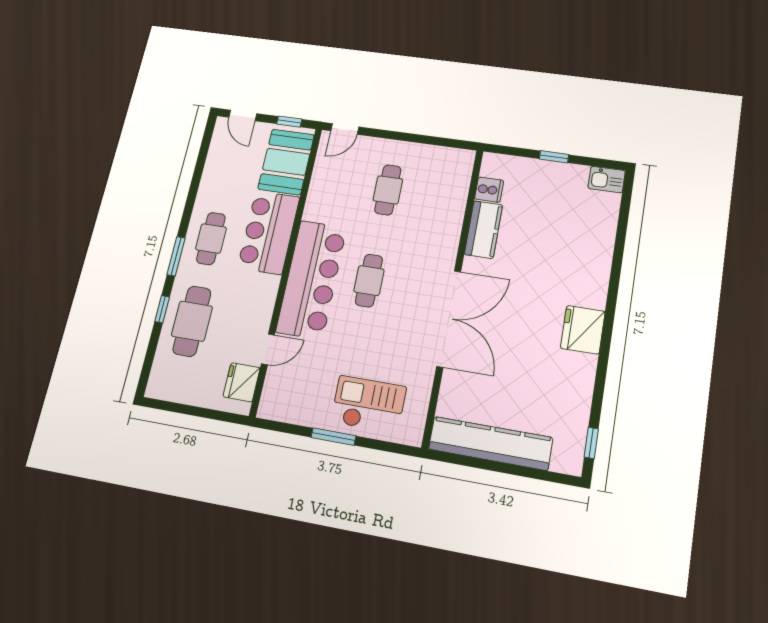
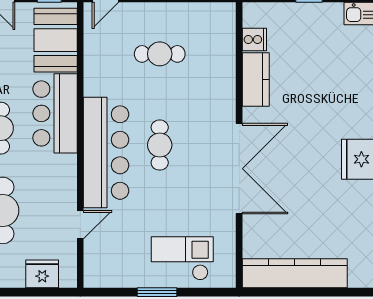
cafe table: (388, 190) -> (160, 54), turned 90
fridge: (242, 382) -> (42, 274), moved, turned 90

